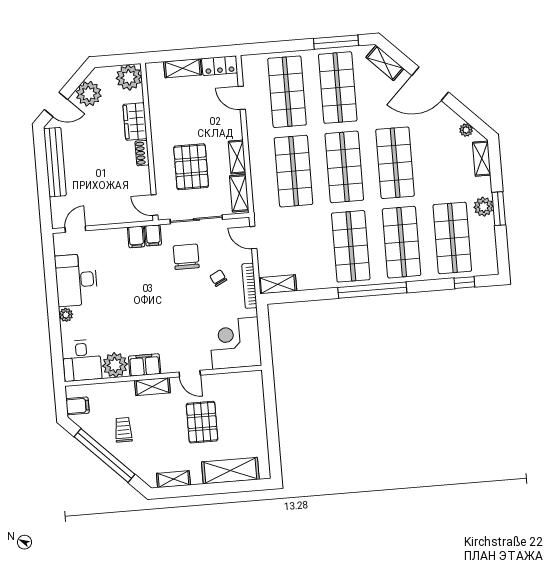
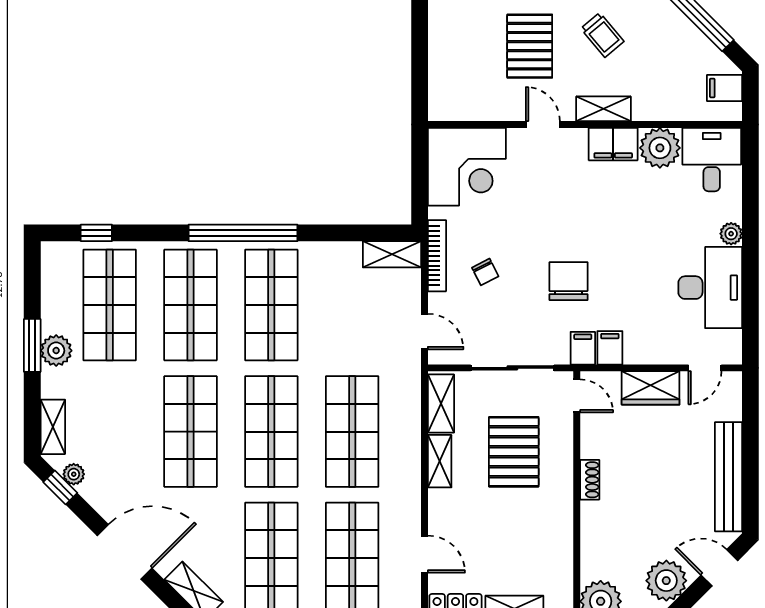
wardrobe: (135, 121) -> (651, 388), moved, turned 90
window: (474, 121) -> (60, 487), added
chair: (186, 257) -> (568, 281), moved, turned 180
trolley: (123, 430) -> (602, 35), moved, turned -40

